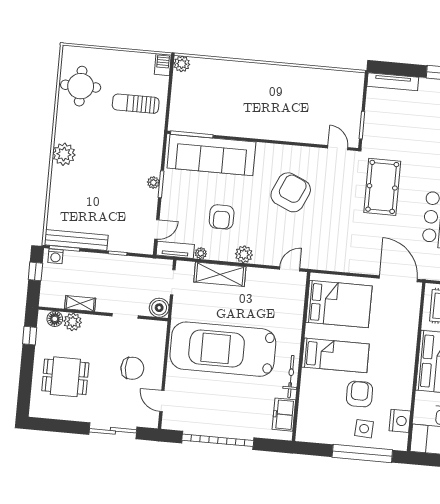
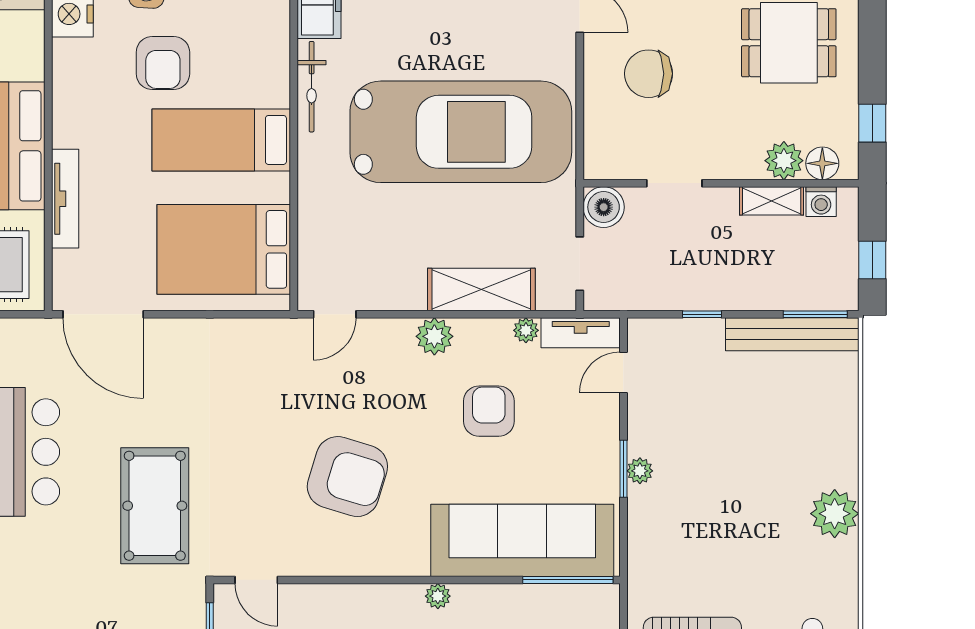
plant: (253, 132) -> (438, 596), added
armchair: (291, 192) -> (347, 477), turned -97
washing machine: (56, 256) -> (821, 202), moved, turned 180
tv unit: (411, 335) -> (65, 199), added

